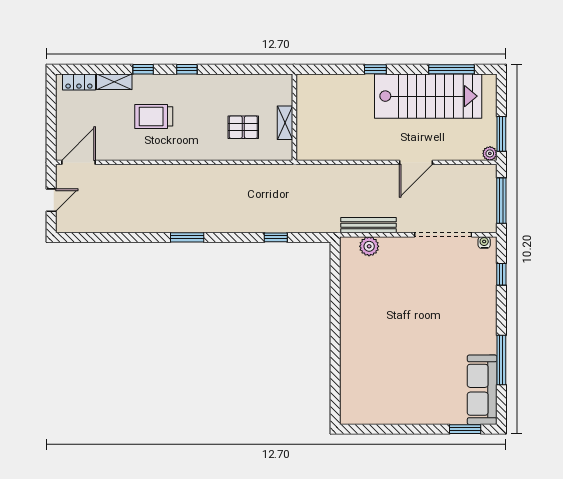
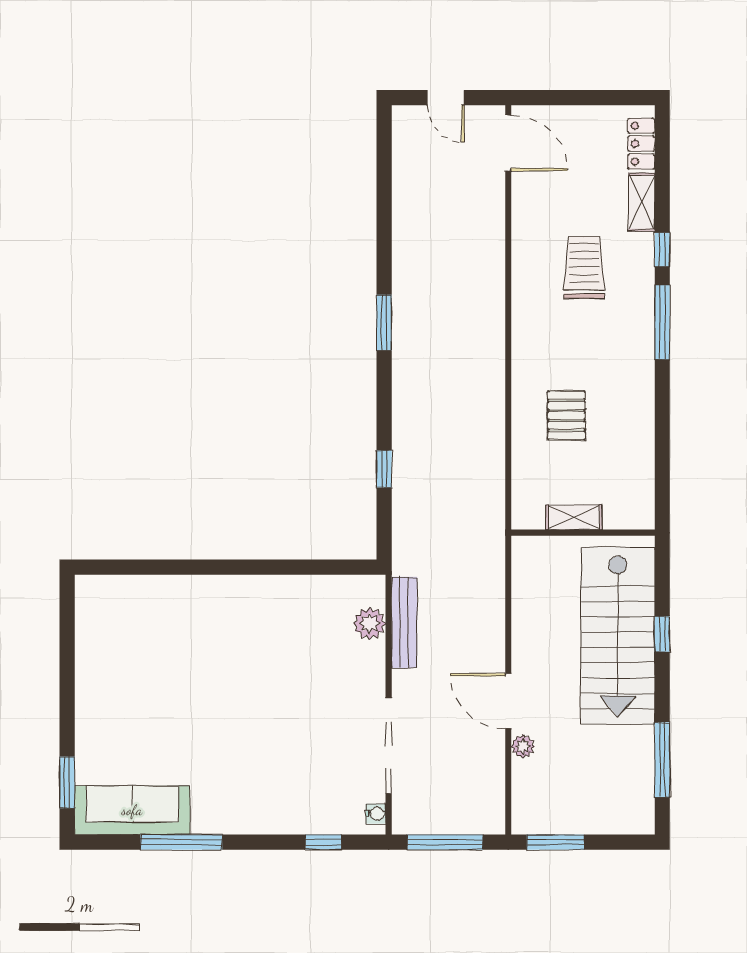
window: (187, 69) -> (662, 322), width x2.17
stairs: (428, 96) -> (618, 636), moved
wall: (294, 117) -> (583, 533), moved
shelving: (285, 123) -> (574, 517), moved
plant: (490, 153) -> (523, 746), moved

